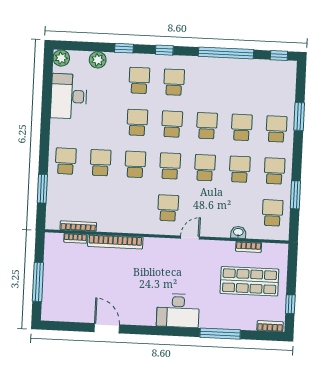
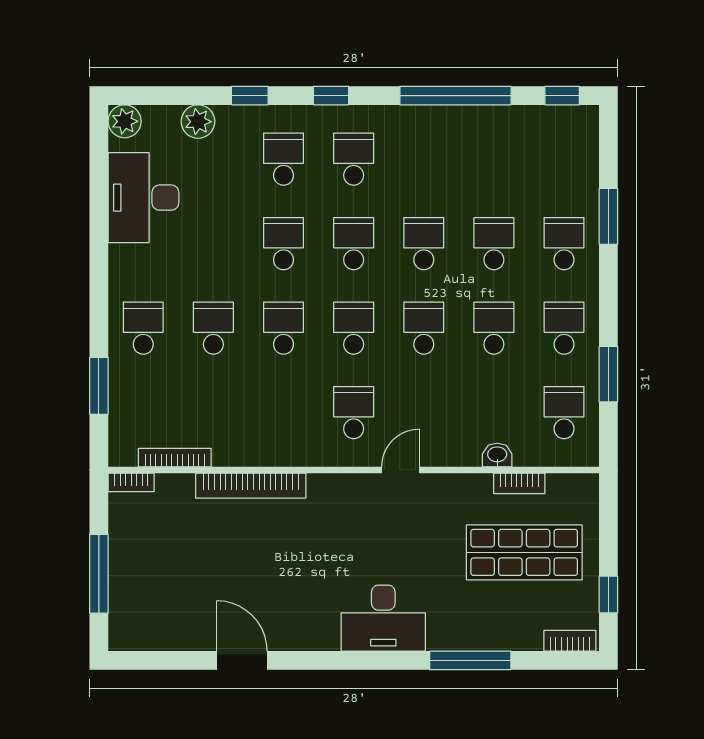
bookcase: (75, 238) -> (131, 482), moved

